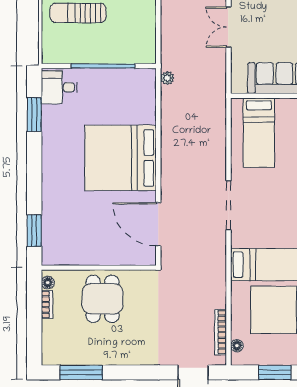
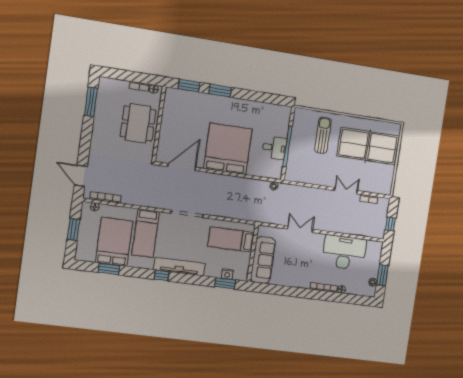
desk: (59, 87) -> (274, 148), moved, turned 90
window: (34, 115) -> (220, 91), moved
dining table: (102, 299) -> (138, 123), width x1.38

